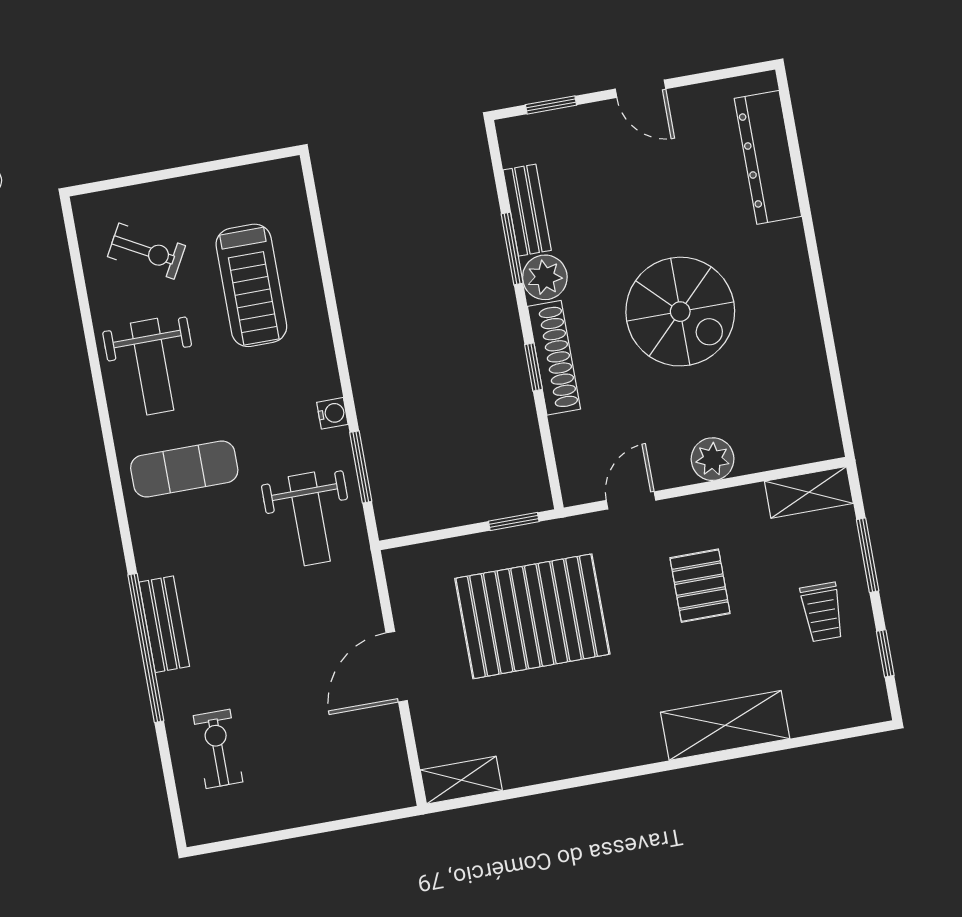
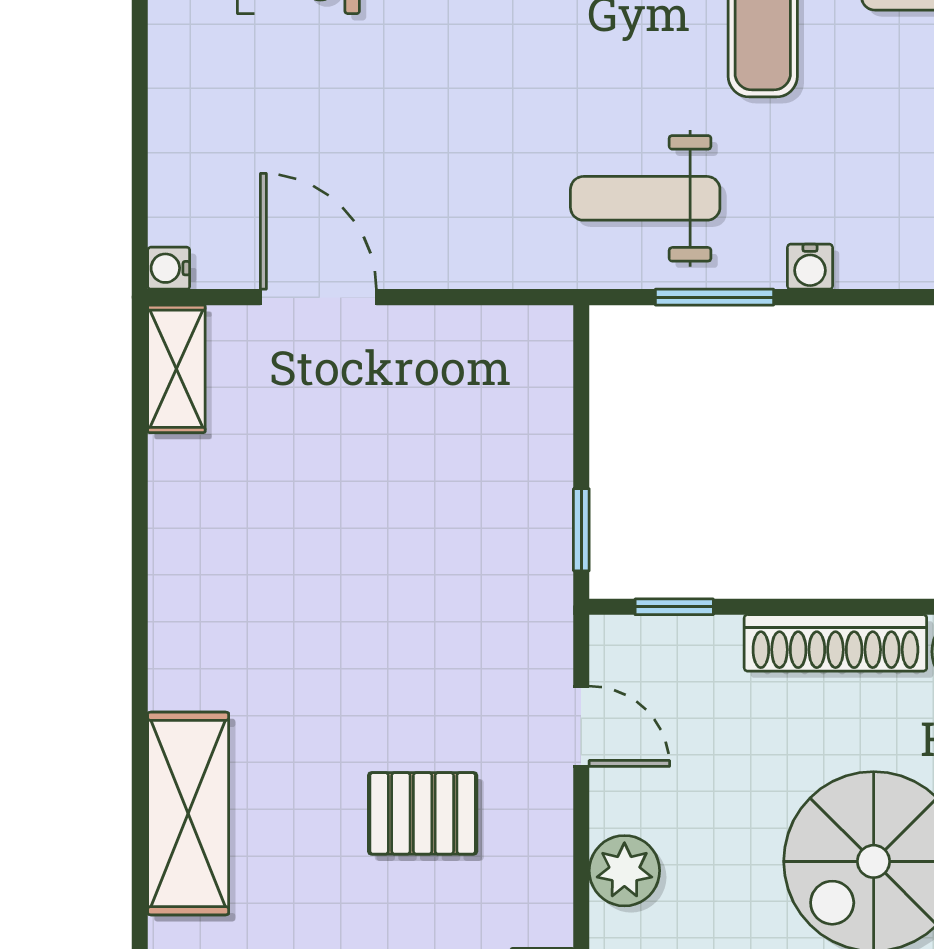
window: (533, 367) -> (674, 607), moved
pallet: (532, 616) -> (422, 532), removed
door: (397, 667) -> (318, 297), moved
water cooler: (402, 796) -> (169, 268), added

